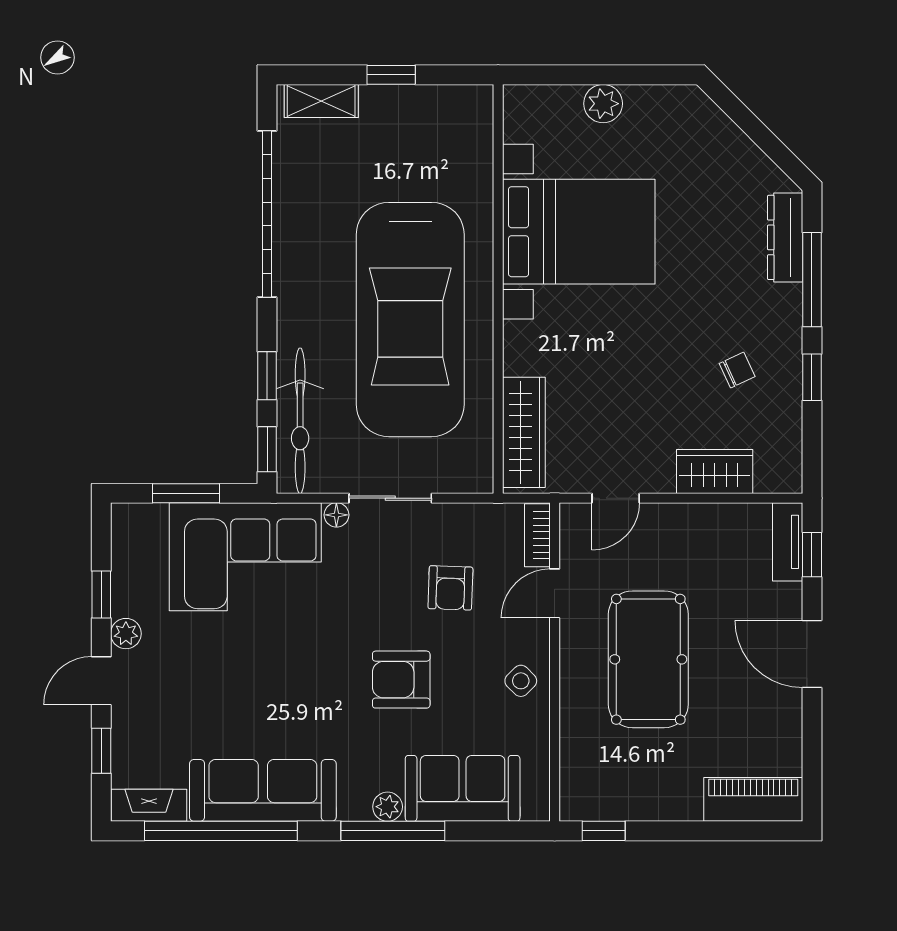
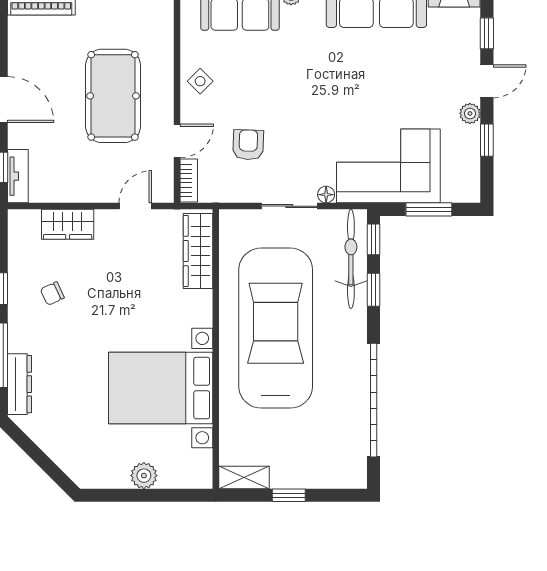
shelving: (321, 101) -> (244, 477), moved
armchair: (401, 680) -> (282, 82), removed

